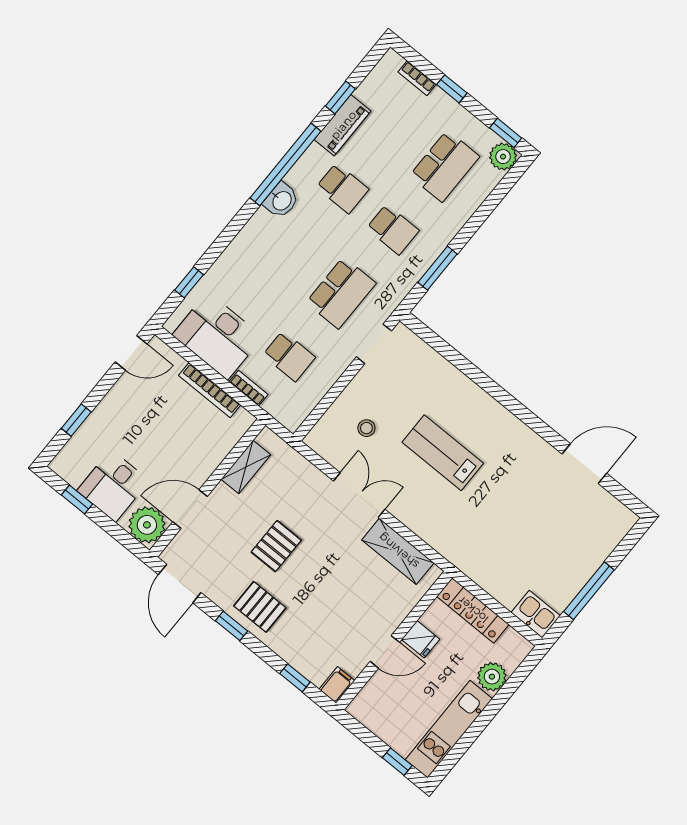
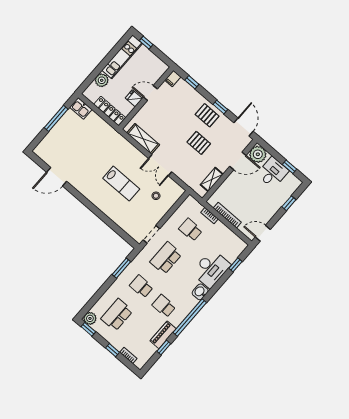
washbasin: (281, 200) -> (200, 292), moved
desk: (217, 336) -> (211, 269), moved, turned 90
pallet: (276, 546) -> (199, 143), turned 90

